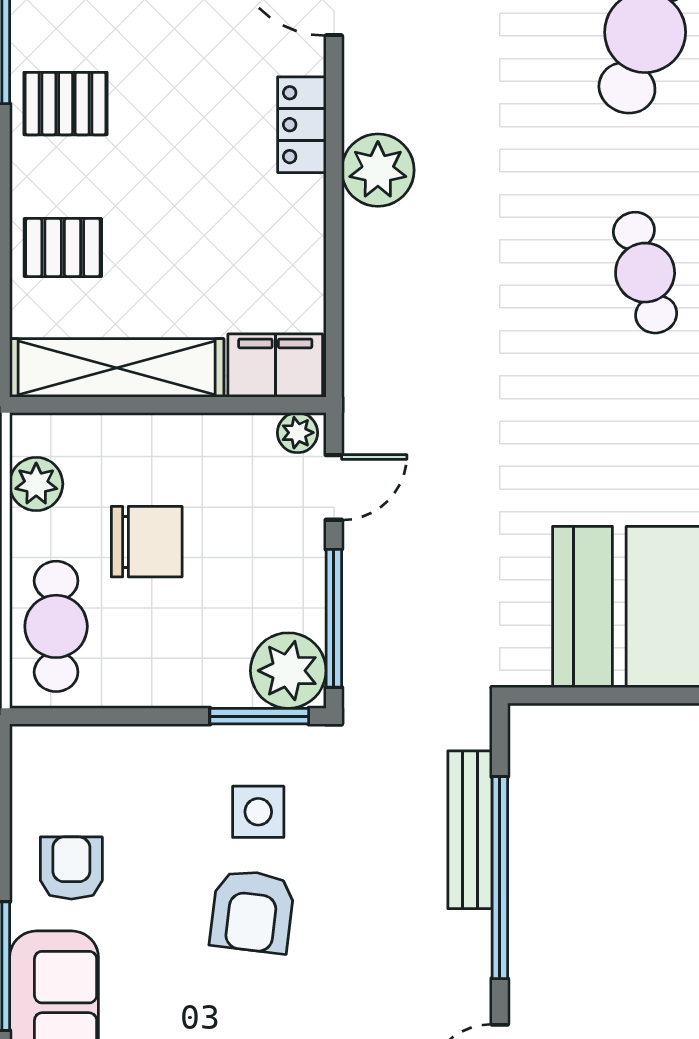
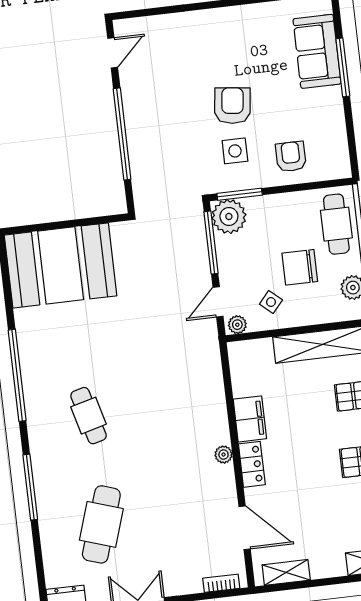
plant: (378, 170) -> (224, 455), width x0.53, depth x0.53
filing cabinet: (275, 366) -> (250, 419), moved, turned -90
side table: (218, 473) -> (271, 302), added
bench: (470, 830) -> (138, 154), removed
armchair: (71, 868) -> (291, 157), moved, turned 180

